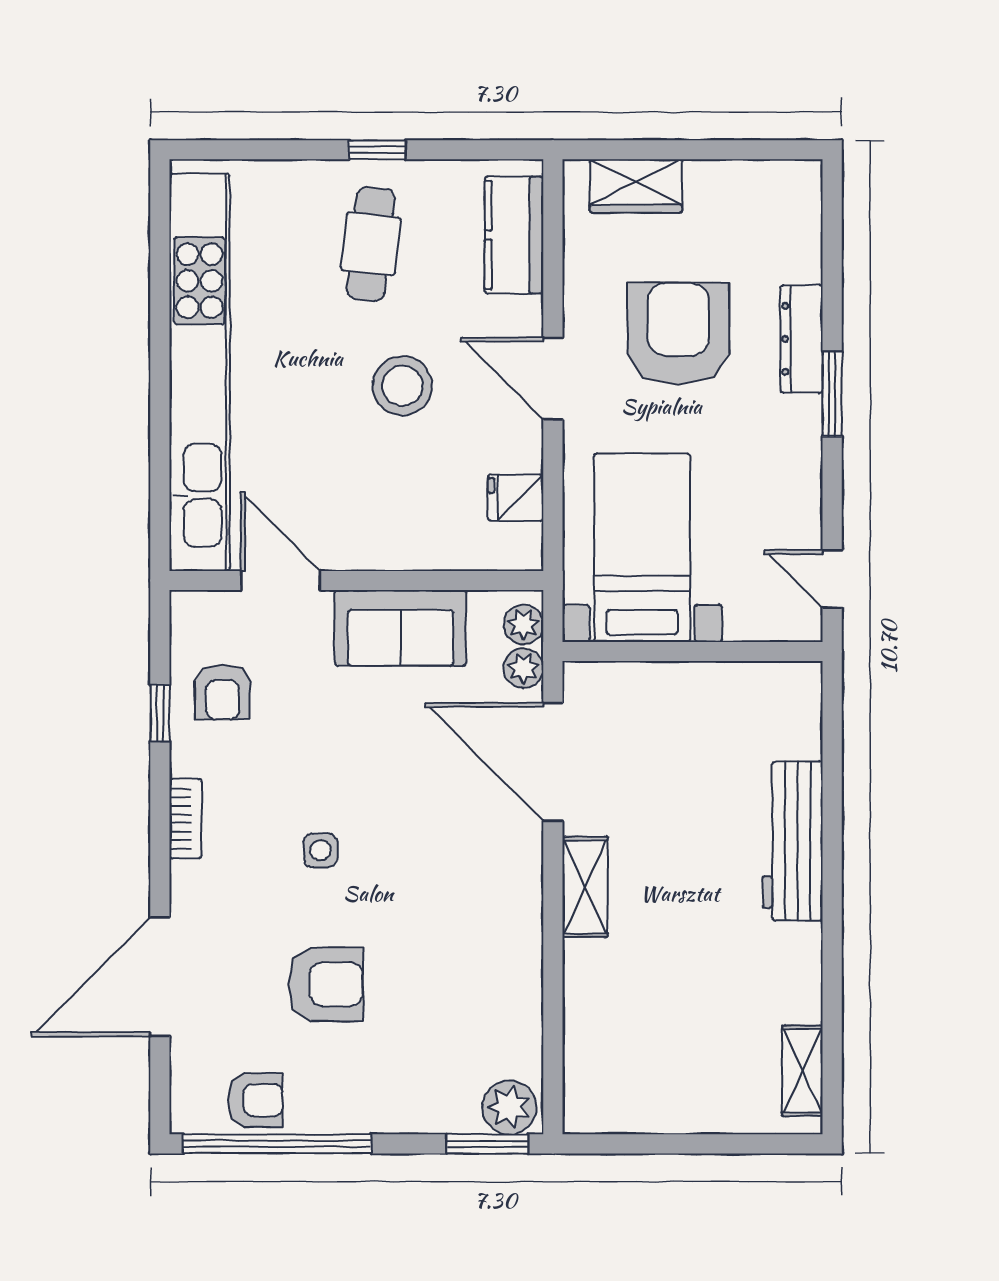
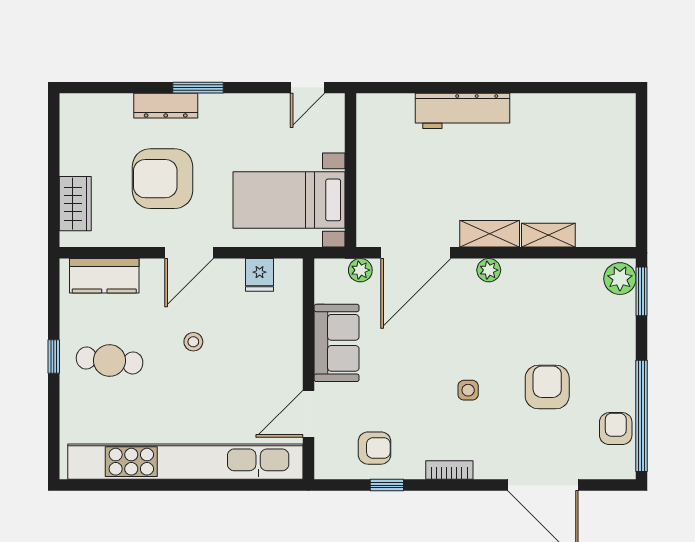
stool: (402, 386) -> (193, 342), width x0.53, depth x0.53
plant: (523, 624) -> (489, 270), moved
shelving: (802, 1071) -> (548, 235), moved

